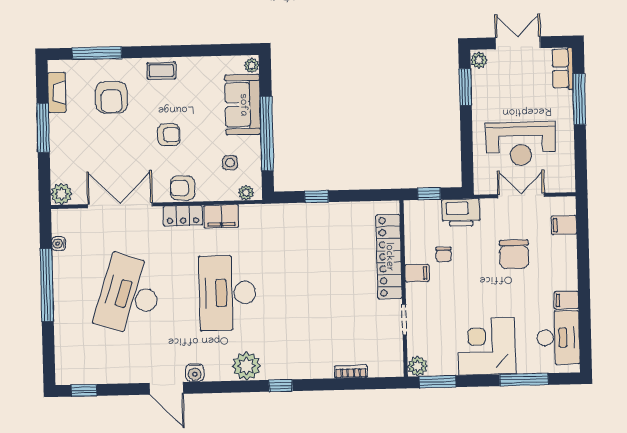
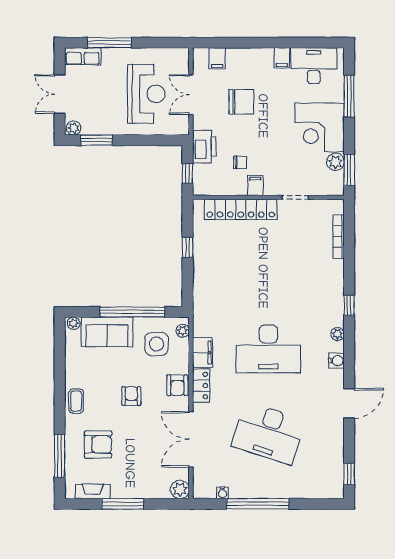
side table: (230, 163) -> (157, 344), width x1.87, depth x1.87
window: (317, 197) -> (188, 247), moved
plant: (246, 366) -> (337, 334), width x0.53, depth x0.53
plant: (418, 366) -> (335, 162), moved
bookcase: (351, 372) -> (339, 237), width x1.56
water cooler: (195, 373) -> (336, 361), moved

